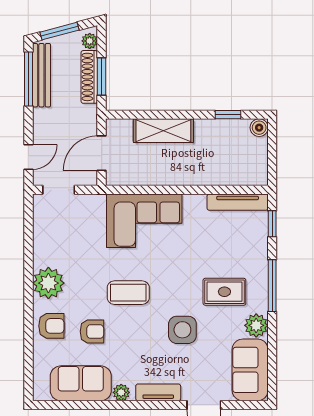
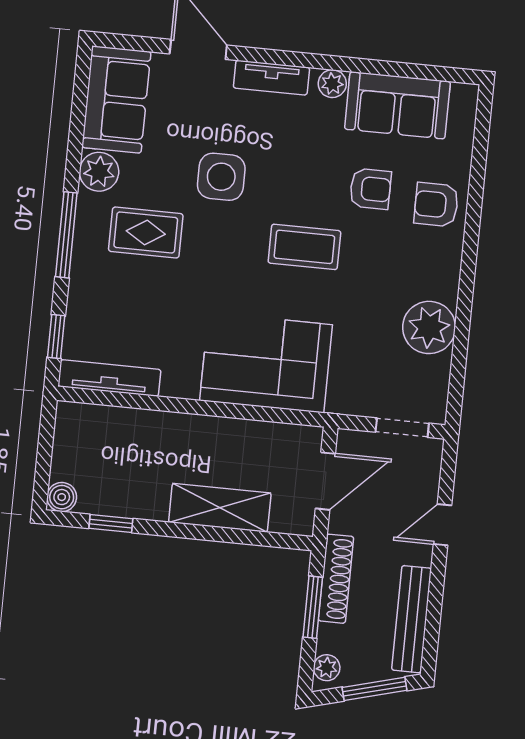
shoe rack: (89, 77) -> (336, 579), moved
window: (28, 79) -> (434, 615), removed
door: (28, 157) -> (443, 525), moved
plant: (48, 283) -> (429, 327), moved
armchair: (92, 332) -> (370, 189), turned 180

